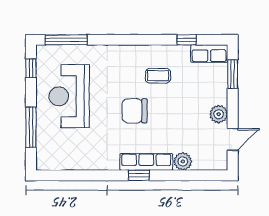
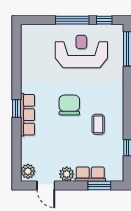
row of seats: (209, 54) -> (90, 174), moved, turned 90
window: (31, 127) -> (72, 20), moved
plant: (183, 161) -> (28, 171), moved

